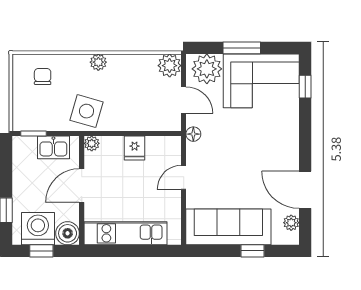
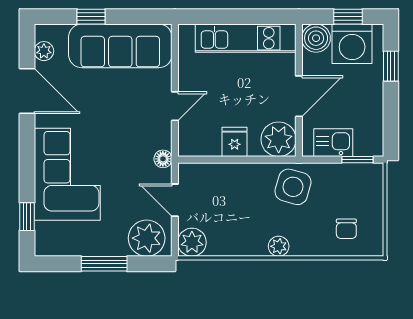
corner sofa: (261, 81) -> (67, 174), moved, turned 90
plant: (92, 143) -> (279, 139), width x1.88, depth x1.88

